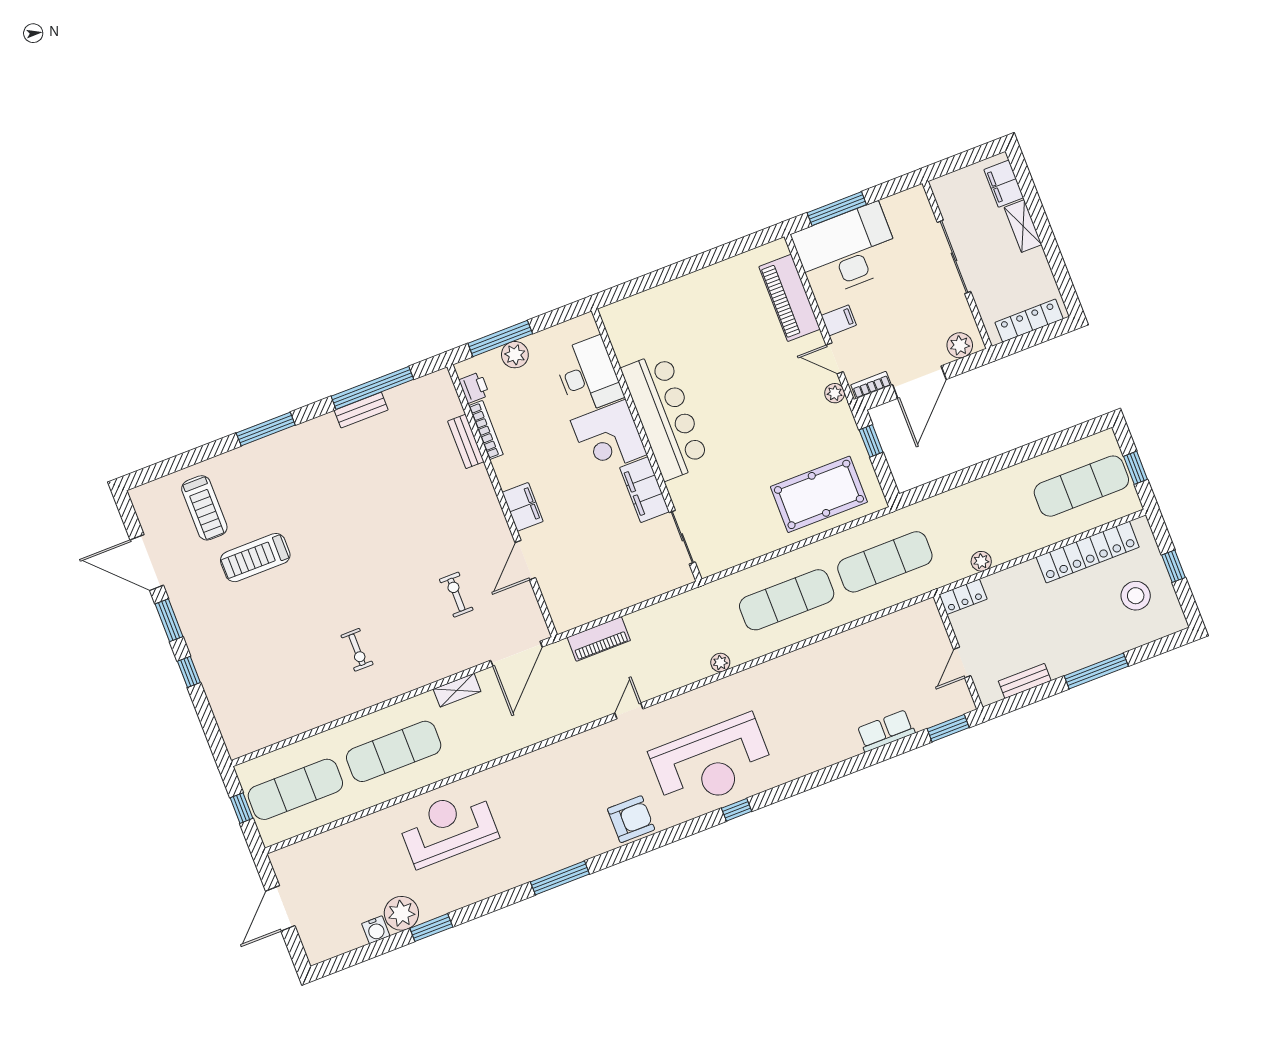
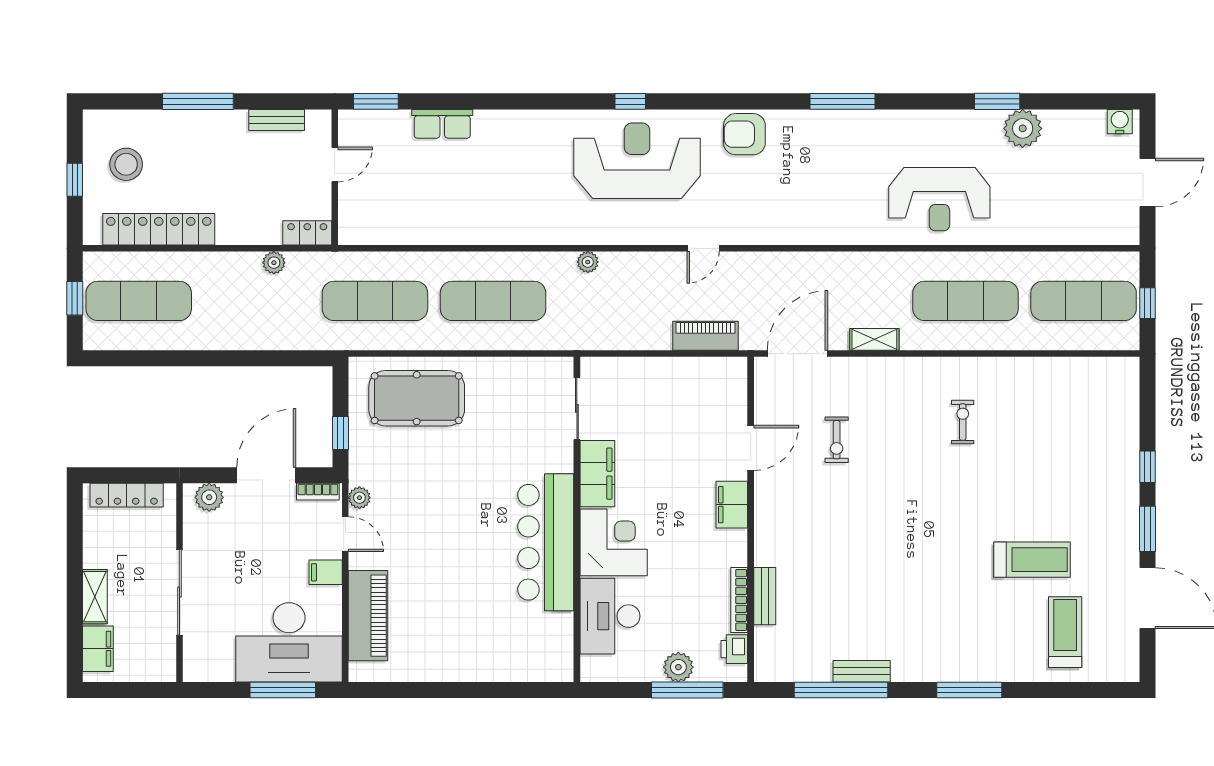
water cooler: (376, 930) -> (1120, 122), moved

